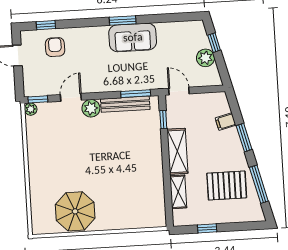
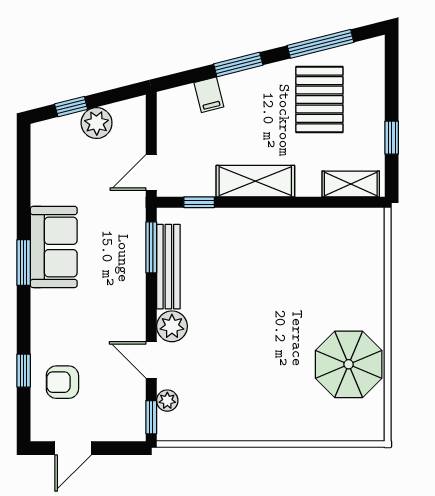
window: (46, 25) -> (24, 371), moved
plant: (31, 109) -> (167, 401), moved
shelving: (178, 192) -> (351, 184), moved

